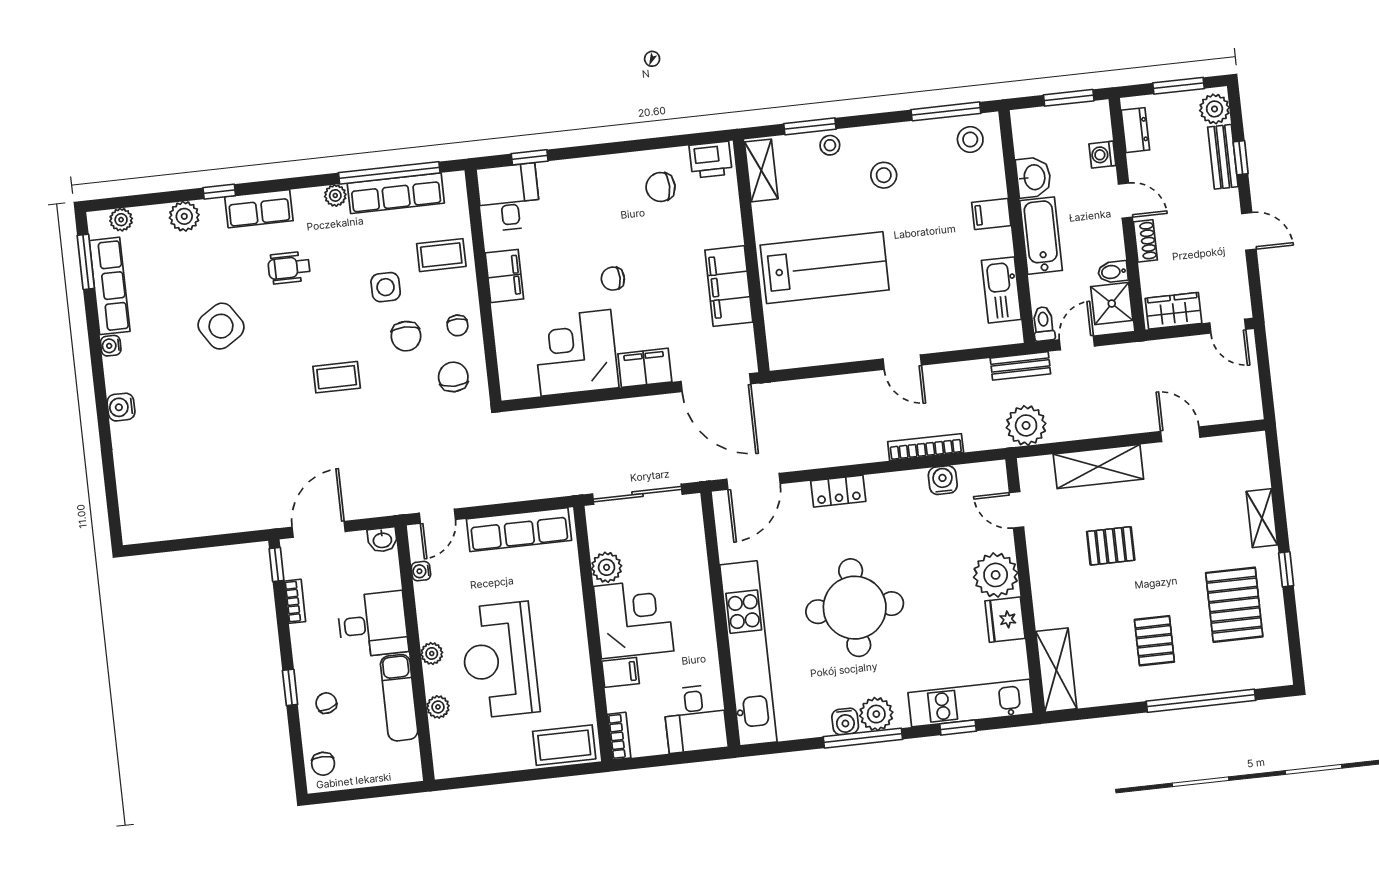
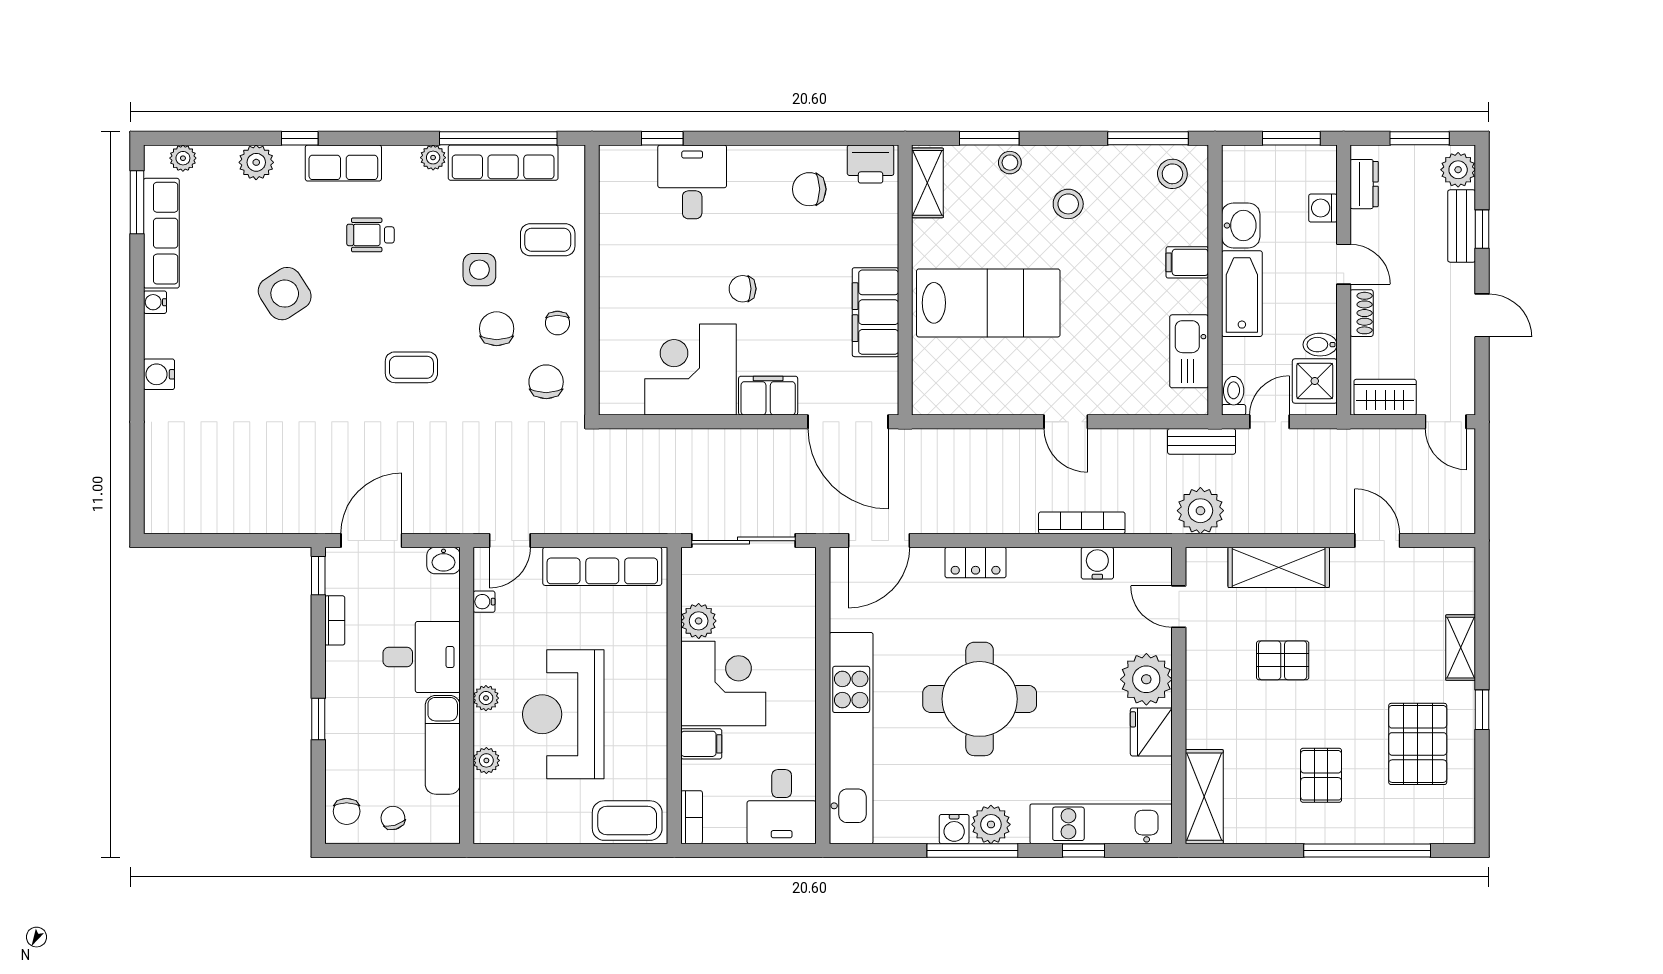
desk: (509, 197) -> (692, 182), moved
filing cabinet: (504, 276) -> (618, 272), removed
chair: (406, 336) -> (497, 329), turned 180
chair: (326, 703) -> (393, 818), moved

